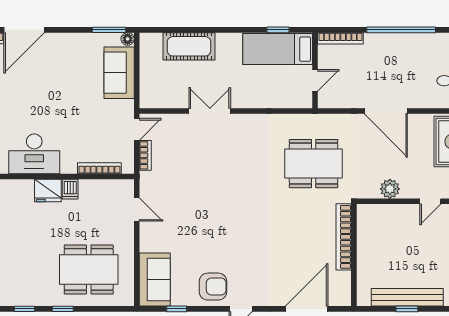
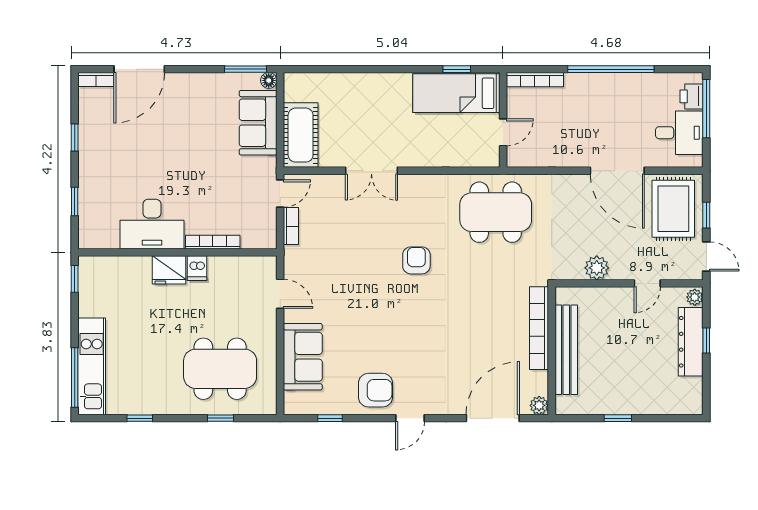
cot: (189, 46) -> (301, 135), moved, turned 90
double door: (210, 111) -> (371, 171), swing flipped
door: (386, 111) -> (617, 171), moved
dining table: (314, 164) -> (496, 212), moved
bookcase: (99, 168) -> (213, 242), moved
armchair: (246, 183) -> (416, 260), added
sofa: (155, 279) -> (303, 357), moved
bench: (407, 297) -> (566, 350), moved, turned 90
plant: (344, 299) -> (539, 405), added
window: (63, 309) -> (221, 418), moved

